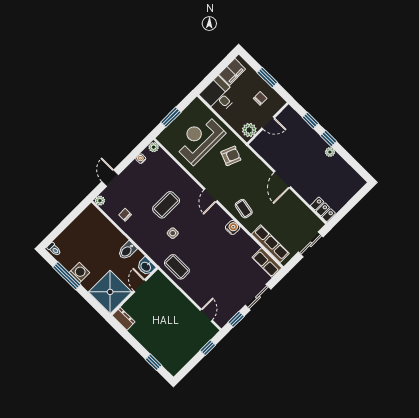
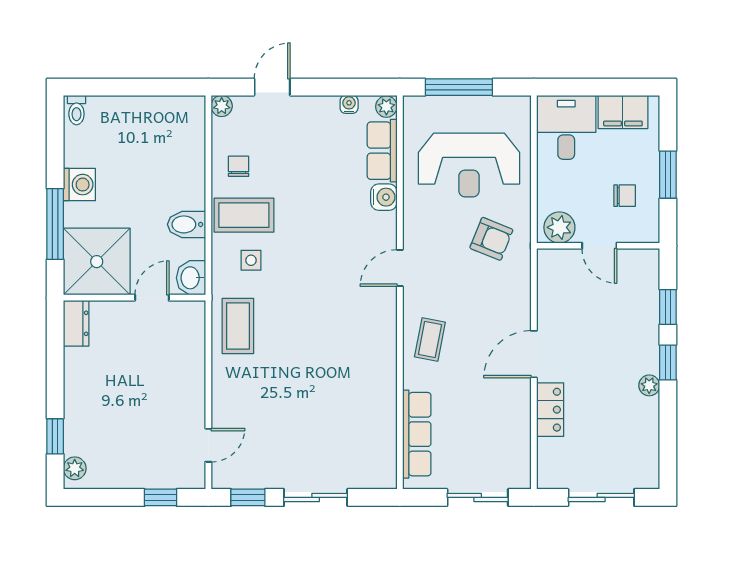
window: (171, 117) -> (459, 87), width x1.44
reception desk: (200, 139) -> (469, 165), turned 180
sliding door: (351, 204) -> (601, 497), added
coffee table: (166, 205) -> (244, 215), moved
locker: (323, 209) -> (550, 410), moved
water cooler: (233, 227) -> (384, 197), moved
side table: (173, 233) -> (251, 260), moved
row of seats: (267, 263) -> (382, 151), moved
window: (67, 276) -> (55, 224), moved
plant: (170, 366) -> (75, 468), added

